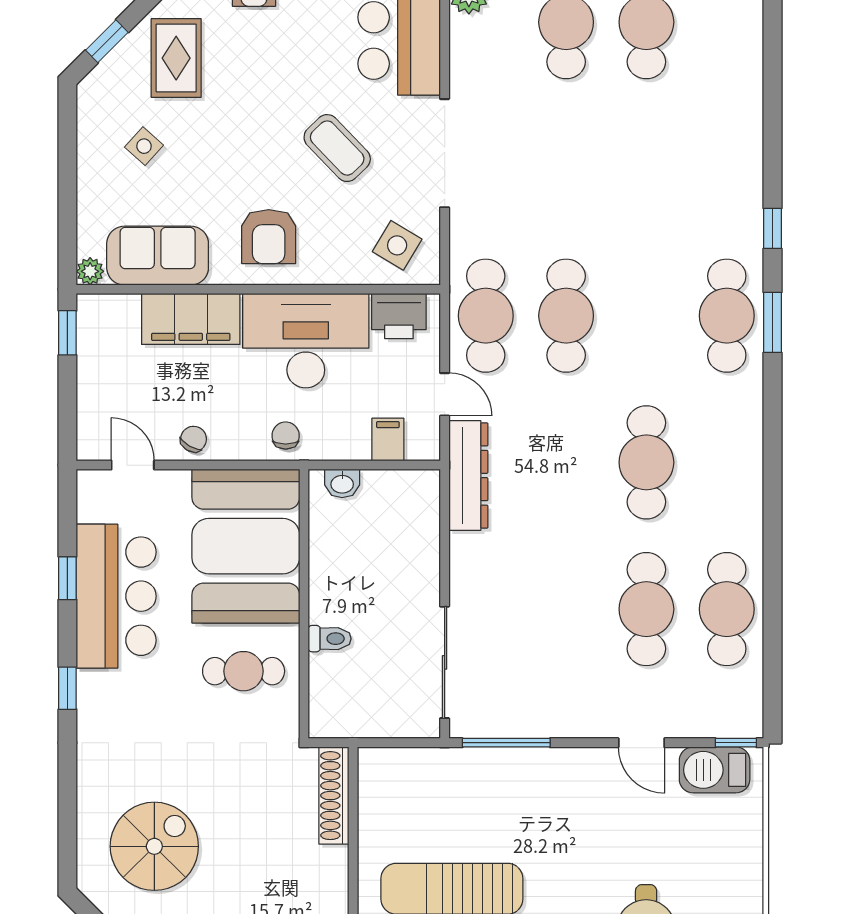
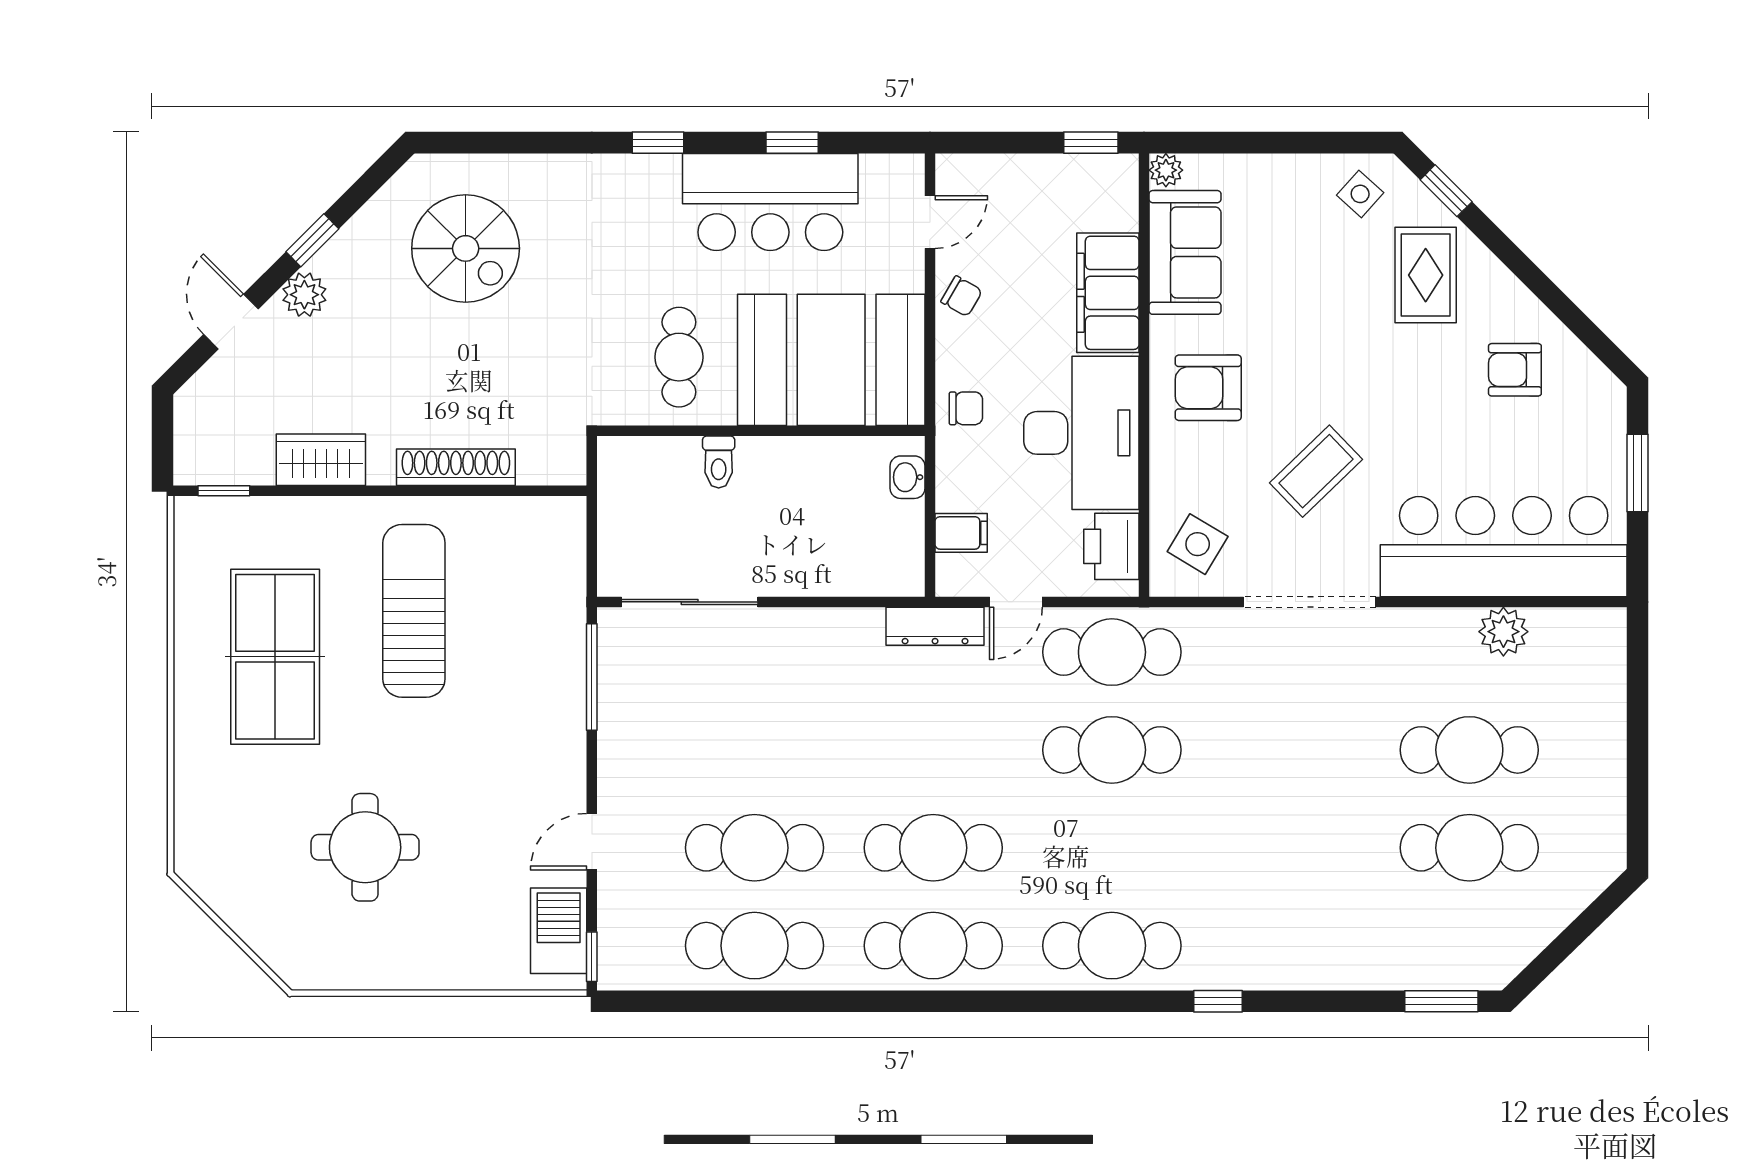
rug: (176, 58) -> (1426, 275), turned 90
side table: (144, 146) -> (1360, 194), moved
window: (772, 322) -> (1441, 1001), moved
cafe table: (727, 462) -> (933, 946), added
dresser: (468, 475) -> (935, 626), width x0.73, depth x0.80
shoe rack: (334, 796) -> (456, 467), moved

